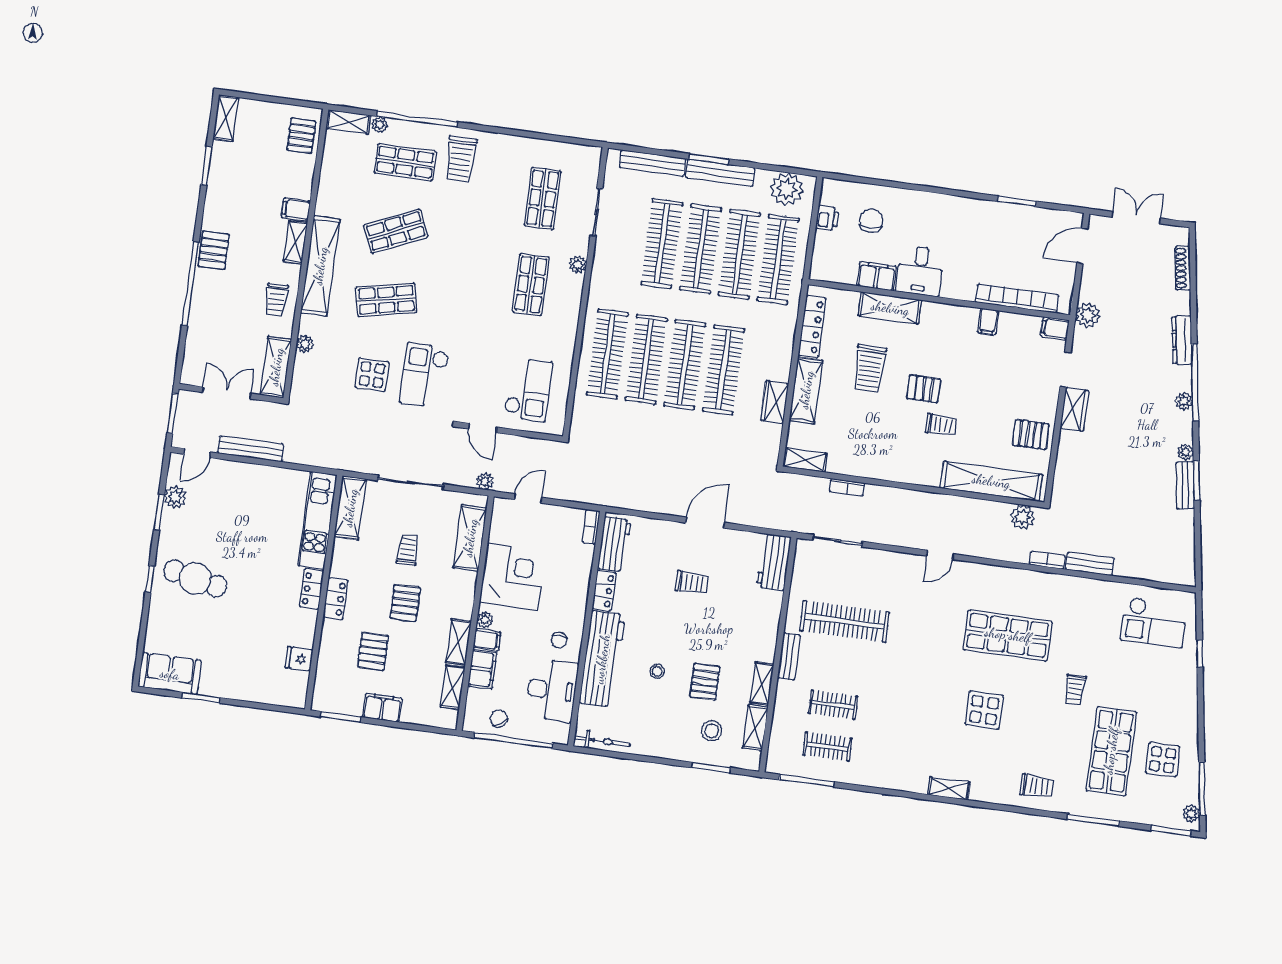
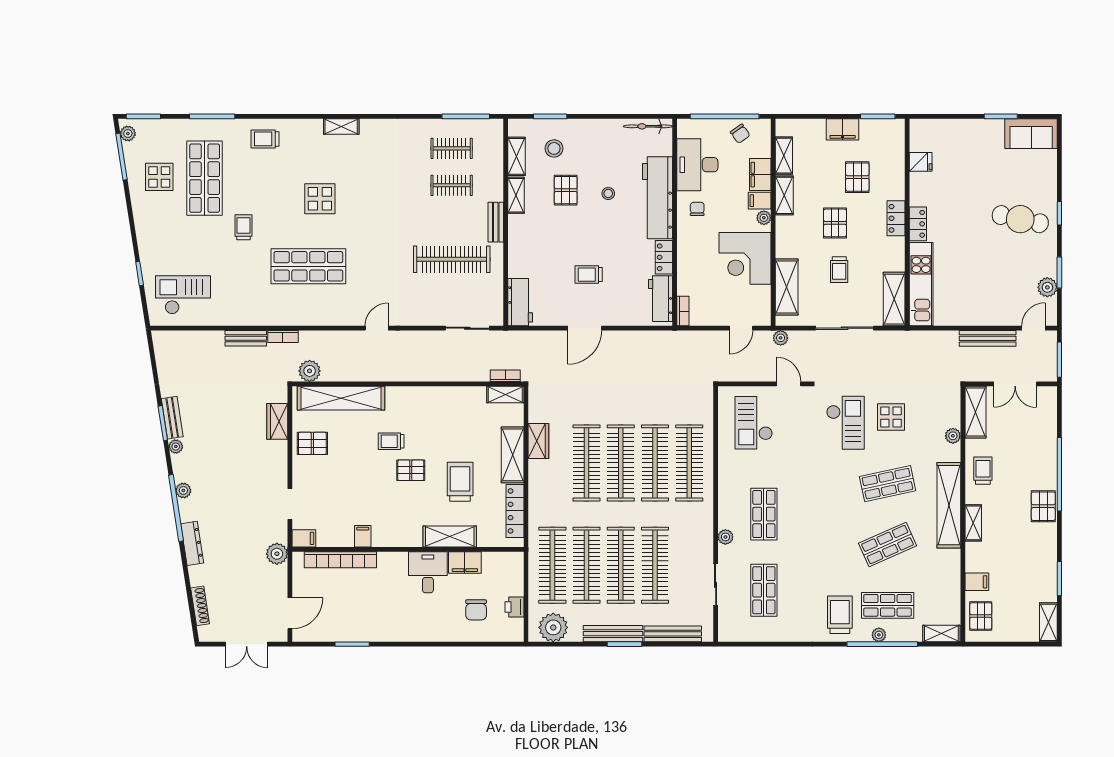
plant: (380, 125) -> (879, 635), moved
filing cabinet: (296, 209) -> (977, 582), moved
wardrobe: (1074, 409) -> (277, 421), moved
bookcase: (847, 487) -> (505, 376), moved

